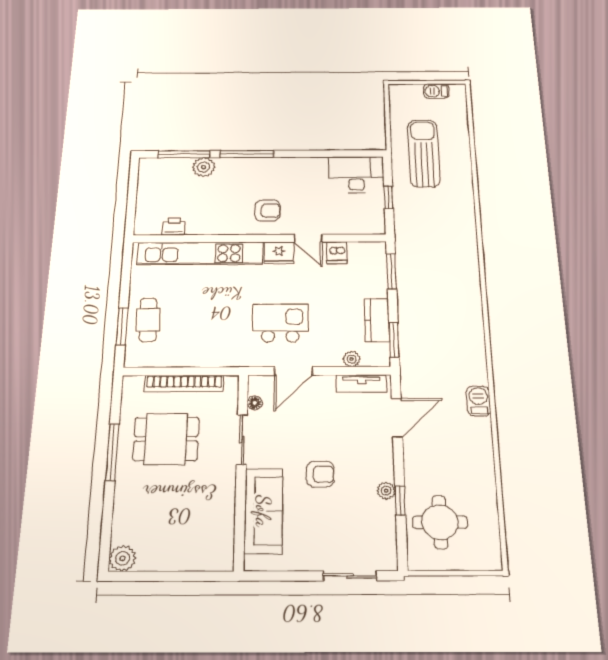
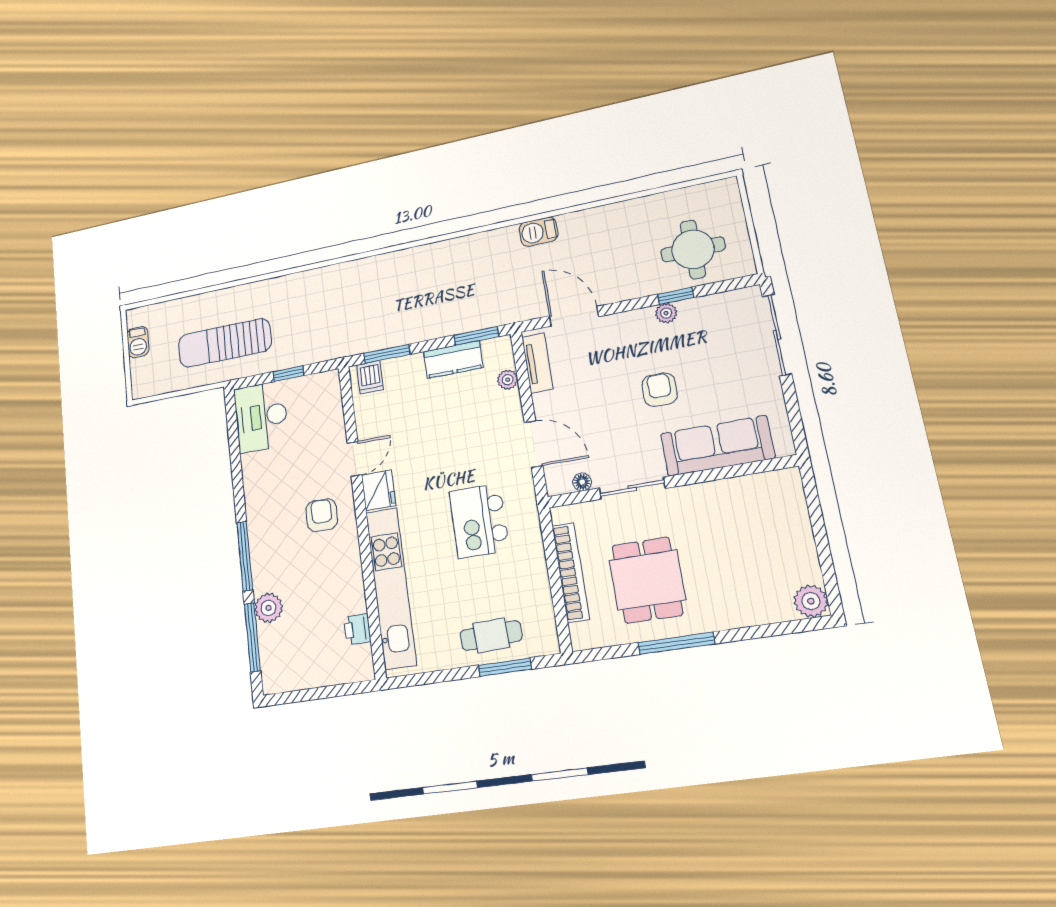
dishwasher: (337, 253) -> (370, 377), moved, turned 90
kitchen island: (280, 323) -> (479, 521), moved
sliding door: (350, 576) -> (777, 335), width x1.37

